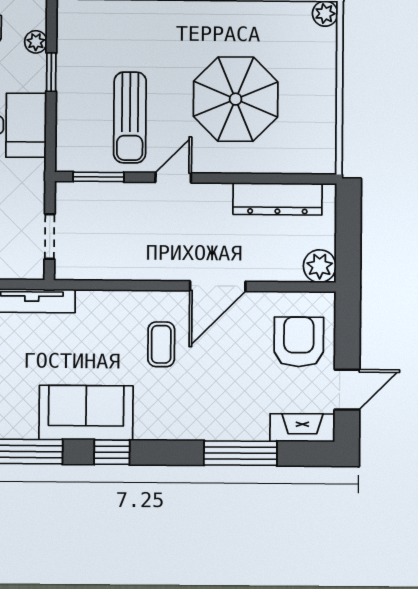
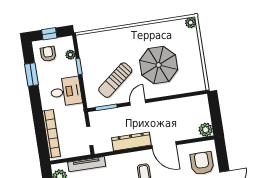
sun lounger: (130, 117) -> (115, 80), turned 51
dresser: (277, 199) -> (131, 141), moved, turned 180
door: (218, 286) -> (164, 145), hinge flipped

